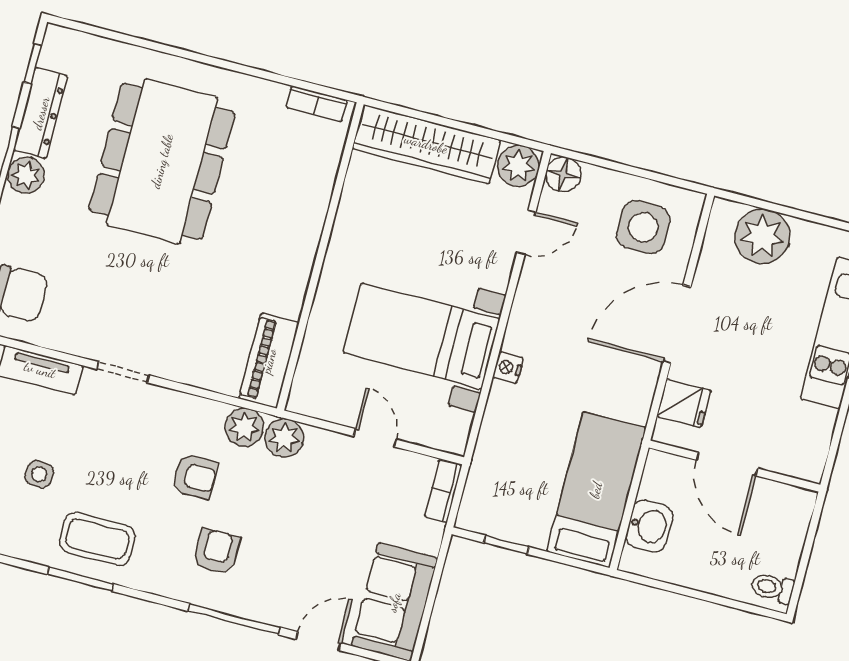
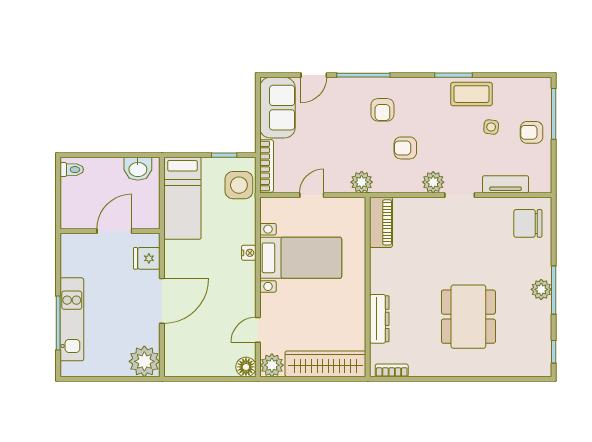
dresser: (41, 113) -> (379, 319), moved, turned 180
dining table: (162, 161) -> (468, 317), width x0.73, depth x0.80
side table: (643, 227) -> (239, 185), moved
plant: (762, 236) -> (144, 361), moved
plant: (244, 427) -> (433, 182), moved
door: (375, 438) -> (312, 195), swing flipped
door: (727, 464) -> (114, 231), hinge flipped
bookcase: (443, 491) -> (267, 166), width x1.56
washbasin: (649, 526) -> (138, 169), moved, turned -90
coffee table: (97, 539) -> (472, 94), moved

